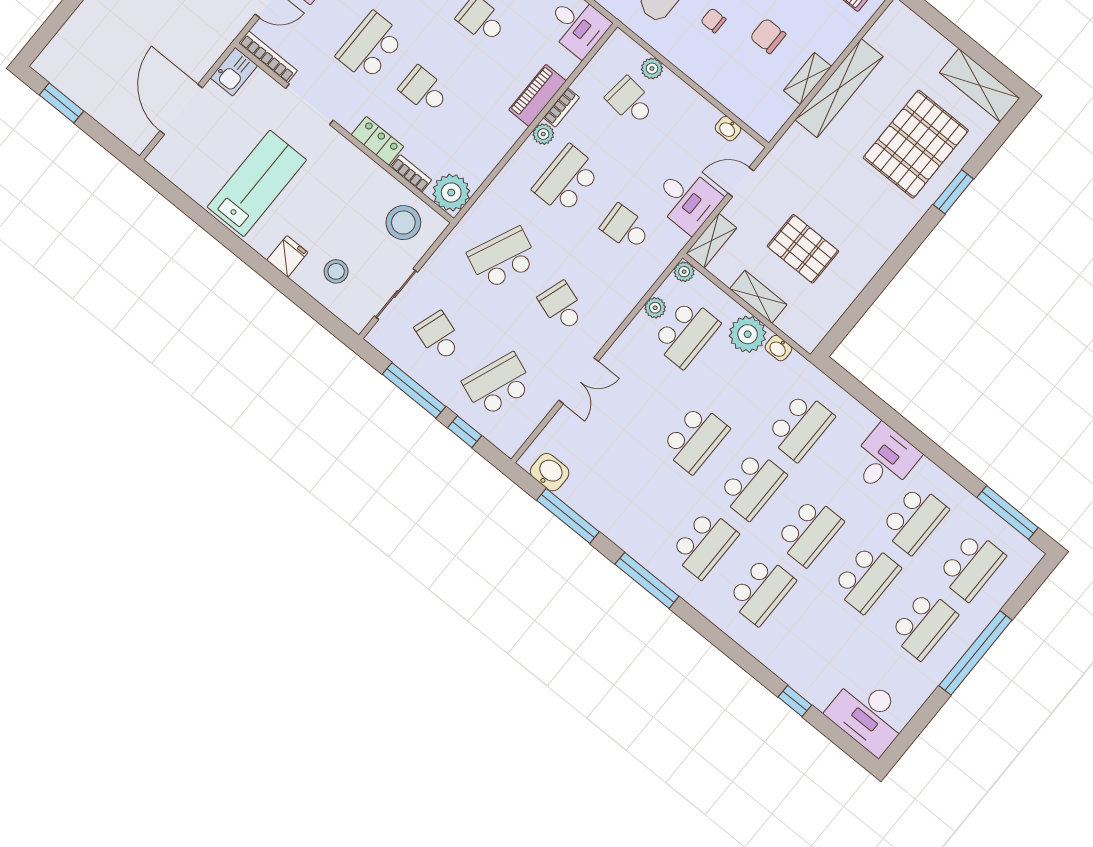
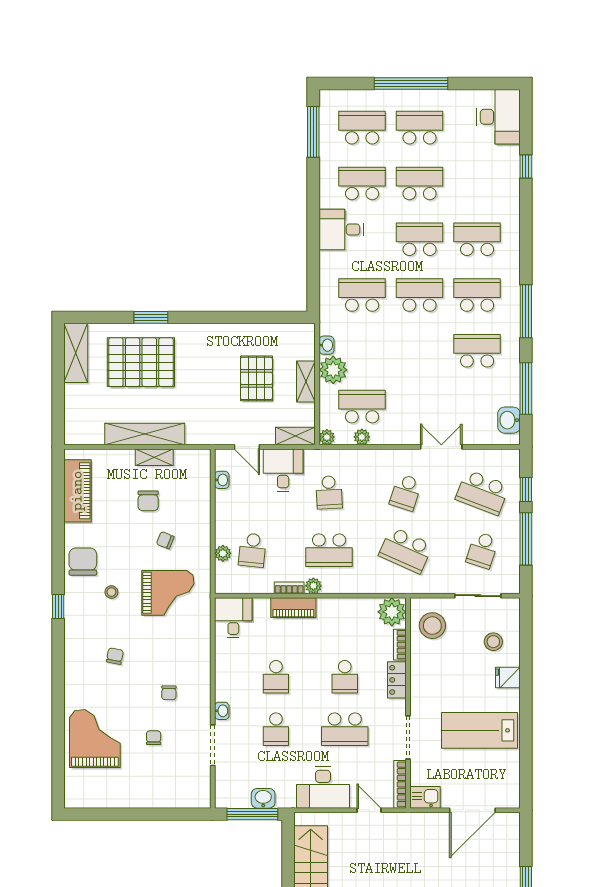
chair: (713, 20) -> (165, 540), turned 112
school desk: (695, 439) -> (477, 351), moved

